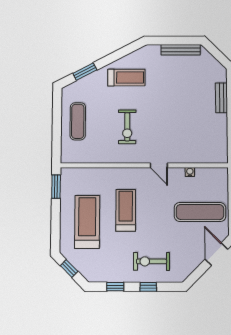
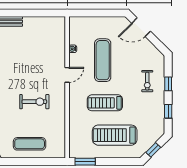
exercise mat: (200, 212) -> (103, 60), moved
exercise bike: (152, 261) -> (147, 81), width x0.73, depth x0.72

